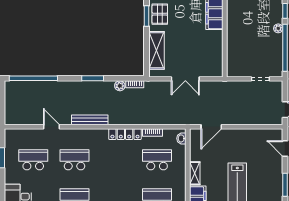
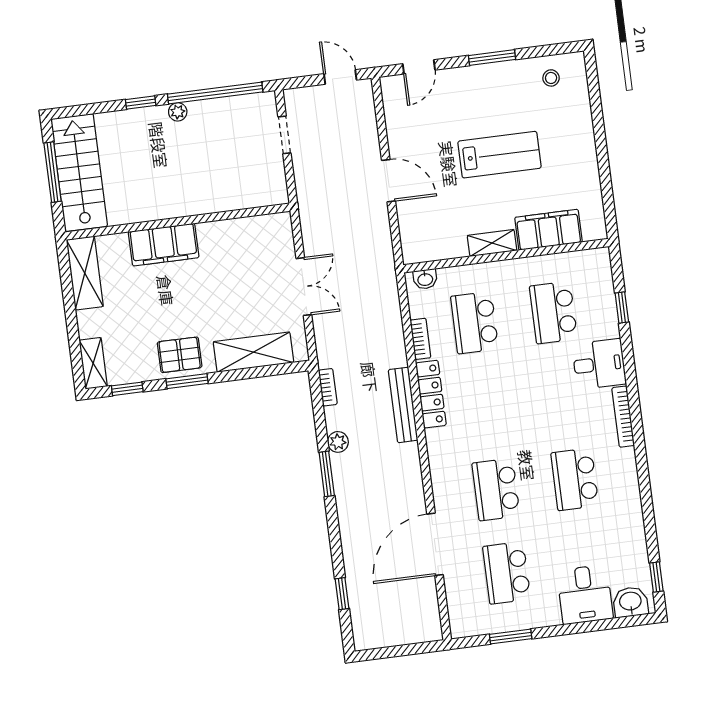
window: (33, 78) -> (342, 594), width x0.32
plant: (120, 86) -> (338, 442), moved
bench: (90, 120) -> (403, 405), moved
door: (52, 127) -> (435, 544), width x1.87
door: (211, 127) -> (388, 181), moved

